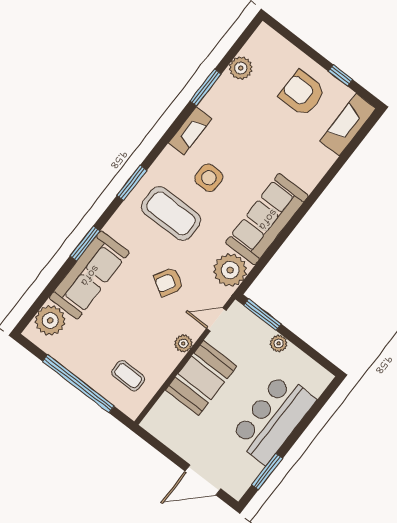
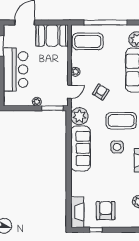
armchair: (302, 93) -> (106, 211), turned -90
coffee table: (128, 376) -> (88, 41), width x1.86, depth x1.72
booth: (201, 378) -> (52, 36), moved, turned 90

